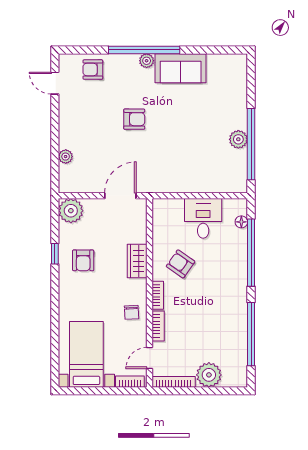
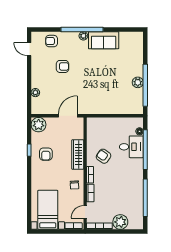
armchair: (134, 119) -> (63, 66), moved
desk: (203, 218) -> (131, 147), moved, turned 90
wardrobe: (137, 261) -> (78, 155), width x1.50

